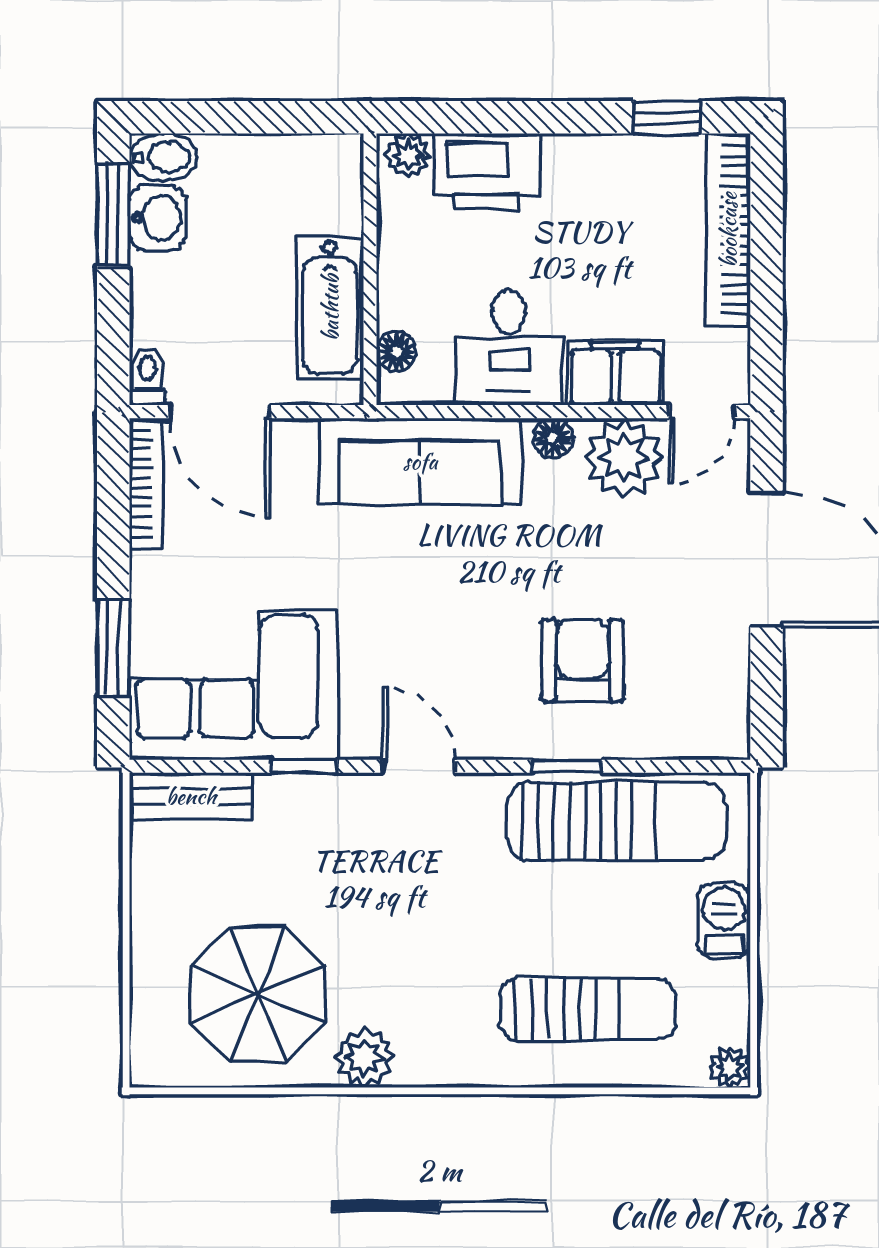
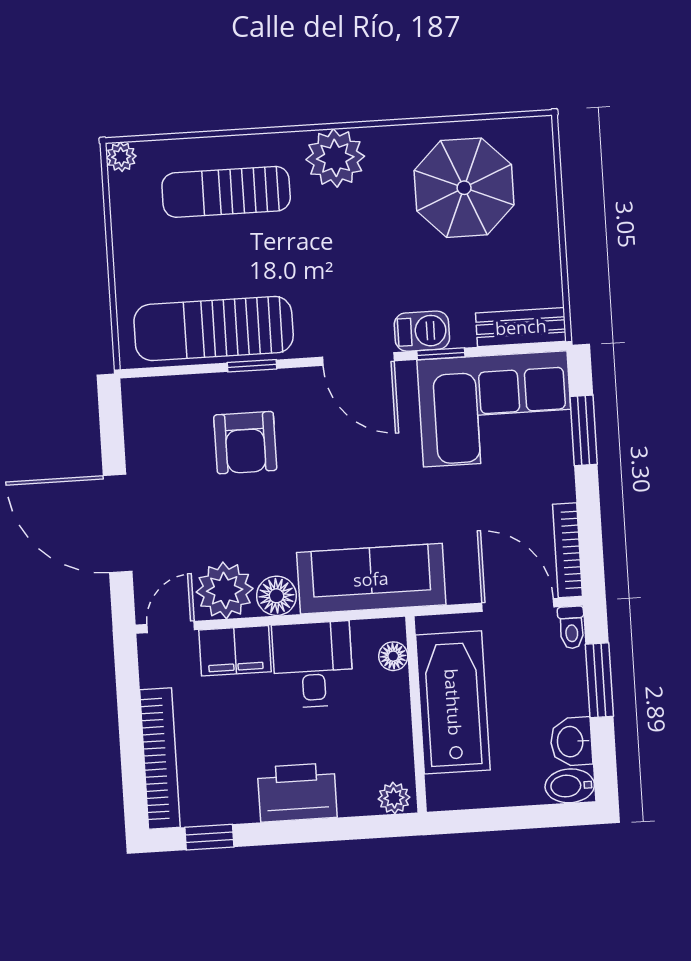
printer: (487, 172) -> (297, 792), moved
window: (113, 215) -> (599, 680), moved
bathtub: (330, 308) -> (453, 702), width x1.36, depth x1.36
floor lamp: (553, 438) -> (276, 596), width x1.37, depth x1.37
door: (419, 766) -> (358, 359), width x1.38
barbecue: (724, 921) -> (422, 331), moved, turned -90
plant: (364, 1058) -> (335, 158), moved, width x1.36, depth x1.36

